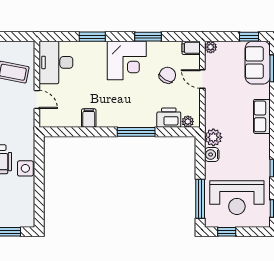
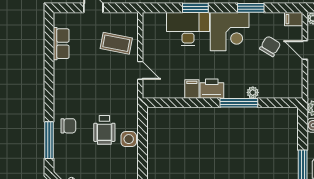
desk: (56, 62) -> (188, 29), moved, turned 90
printer: (169, 118) -> (212, 89), moved
plant: (188, 122) -> (253, 92), moved

